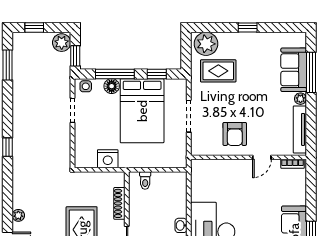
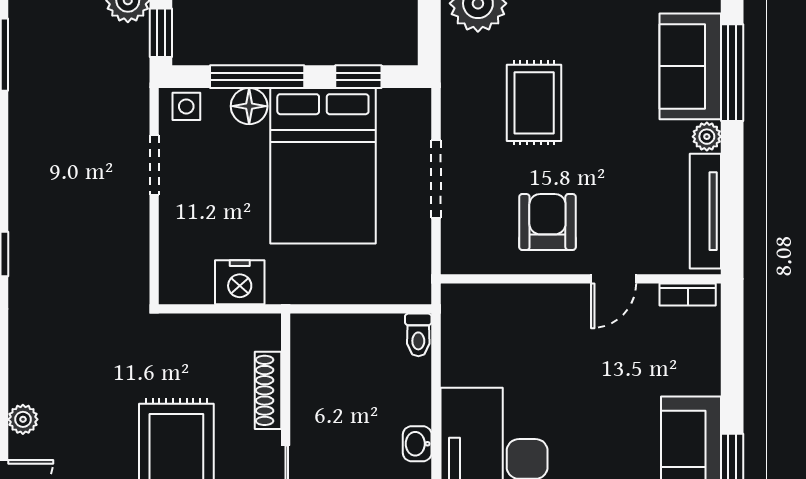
rug: (218, 71) -> (534, 103), moved, turned 90
armchair: (235, 134) -> (547, 222), turned 180
toilet: (145, 181) -> (418, 335), moved

